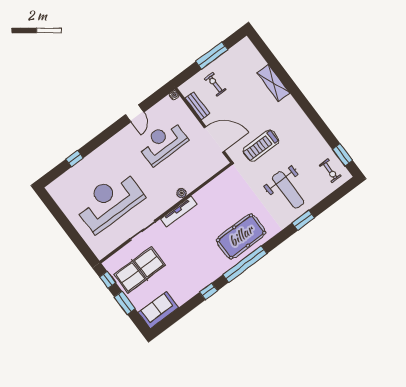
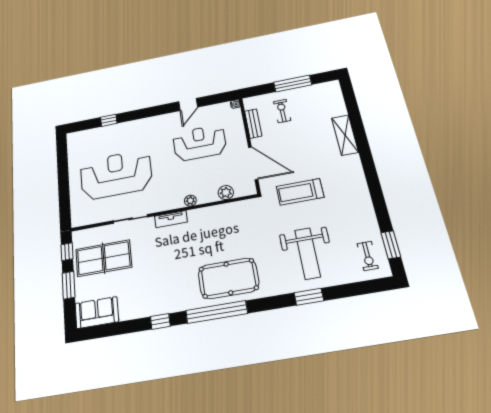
plant: (205, 173) -> (226, 193), added
tv unit: (179, 211) -> (171, 219), width x0.71

